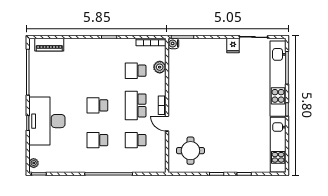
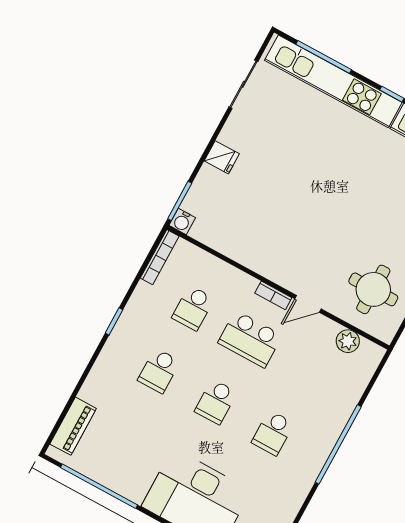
fridge: (233, 46) -> (222, 157), moved
plant: (160, 67) -> (348, 341), moved
school desk: (136, 140) -> (159, 371), moved

